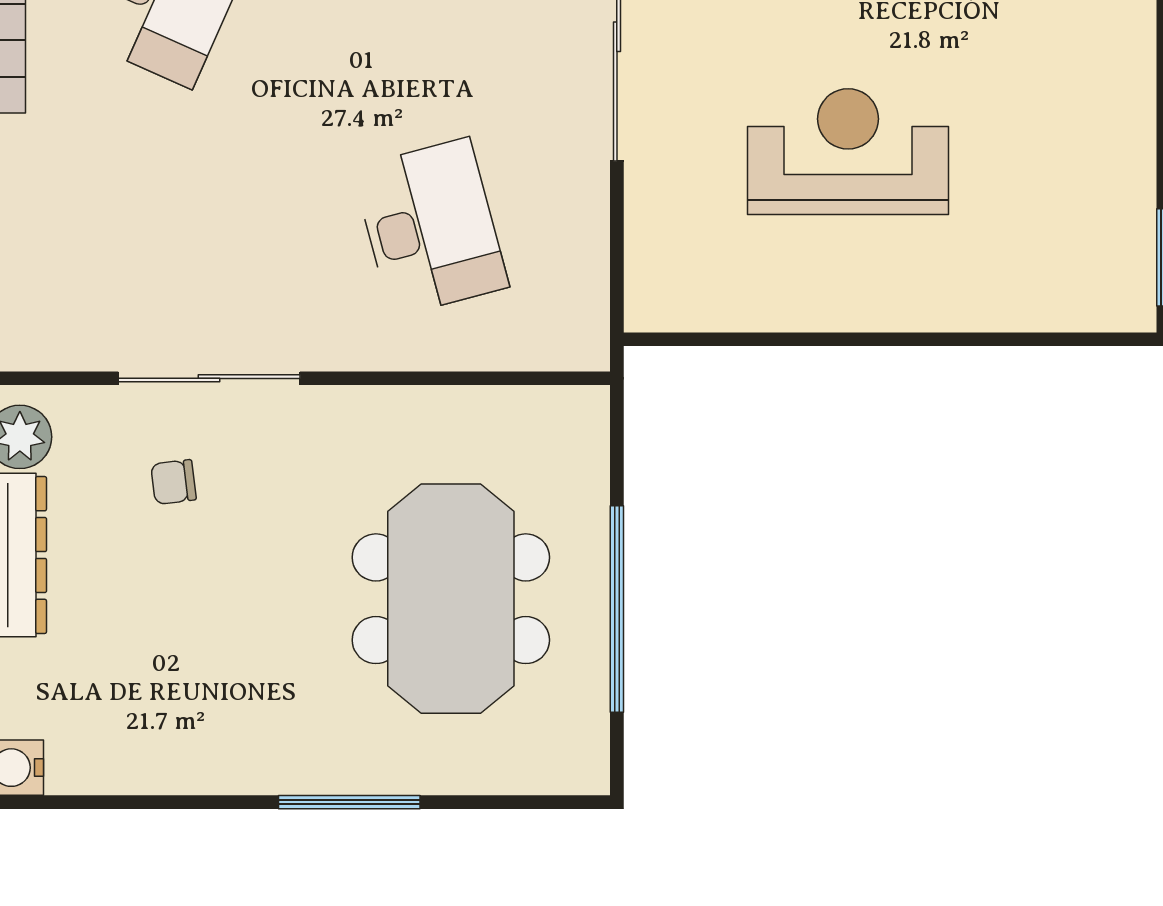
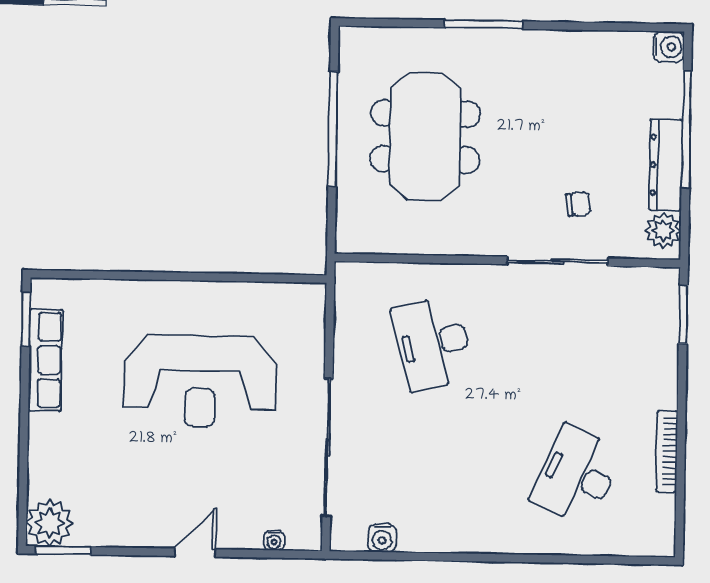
reception desk: (848, 152) -> (200, 381), width x1.36, depth x1.30
row of seats: (1127, 185) -> (45, 360), added

